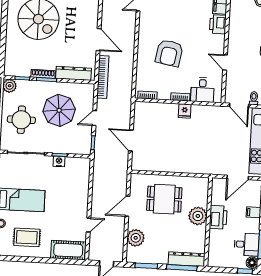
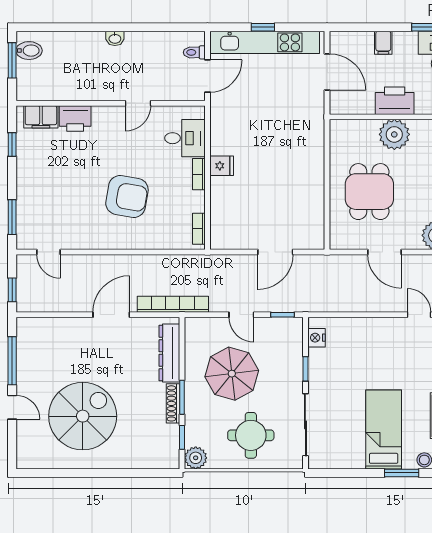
nightstand: (59, 161) -> (316, 338), moved

